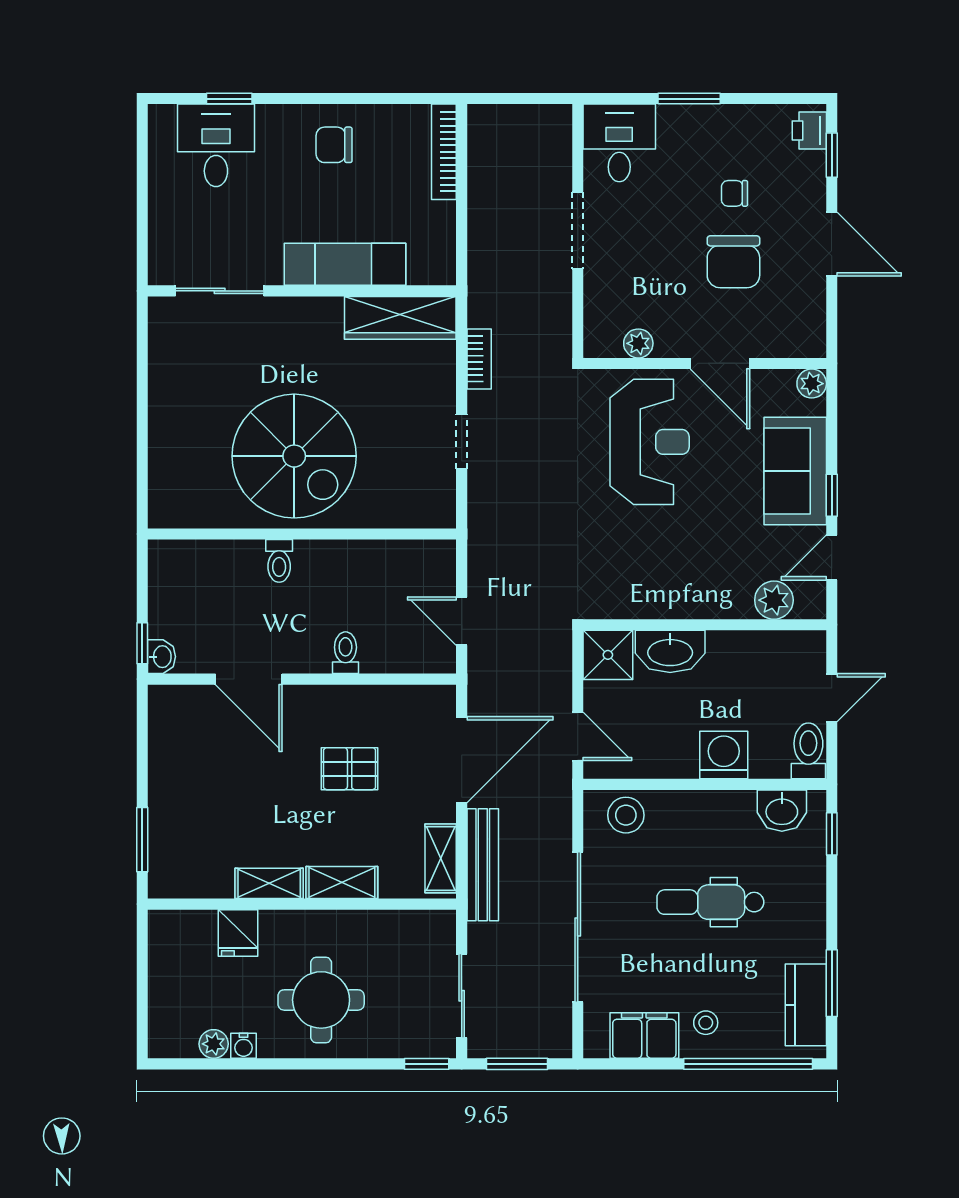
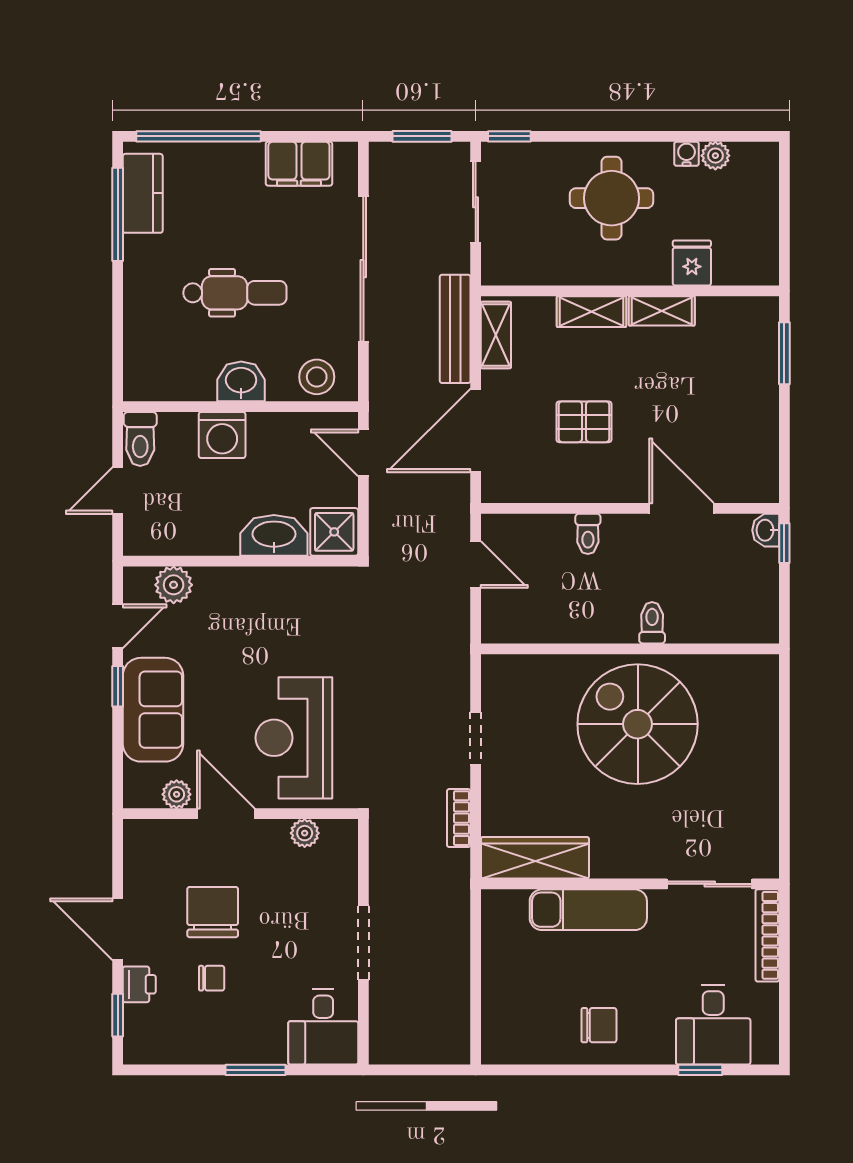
printer: (809, 131) -> (139, 984), moved
bookcase: (444, 152) -> (767, 935), moved, turned 180
plant: (812, 384) -> (177, 794), moved
washbasin: (782, 811) -> (241, 381), moved
window: (832, 834) -> (118, 359), removed
window: (832, 983) -> (118, 214), width x1.44
stool: (706, 1023) -> (240, 176), removed

